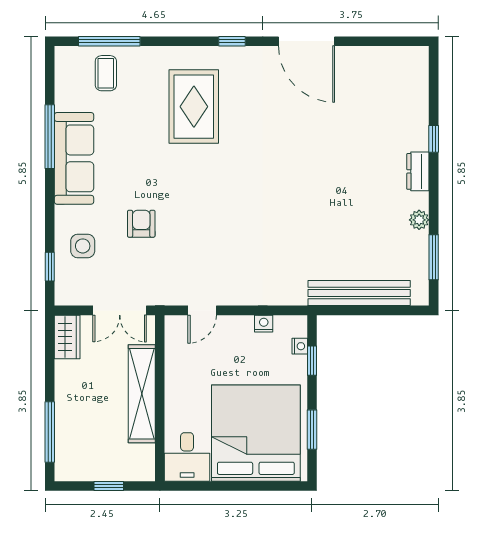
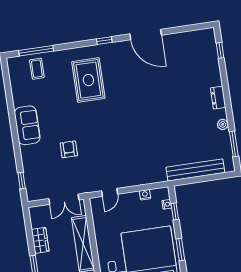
window: (50, 137) -> (11, 108), removed
window: (434, 139) -> (220, 50), moved
sofa: (74, 158) -> (27, 125), width x0.73
side table: (83, 246) -> (38, 166), removed
wardrobe: (67, 337) -> (40, 240), moved

